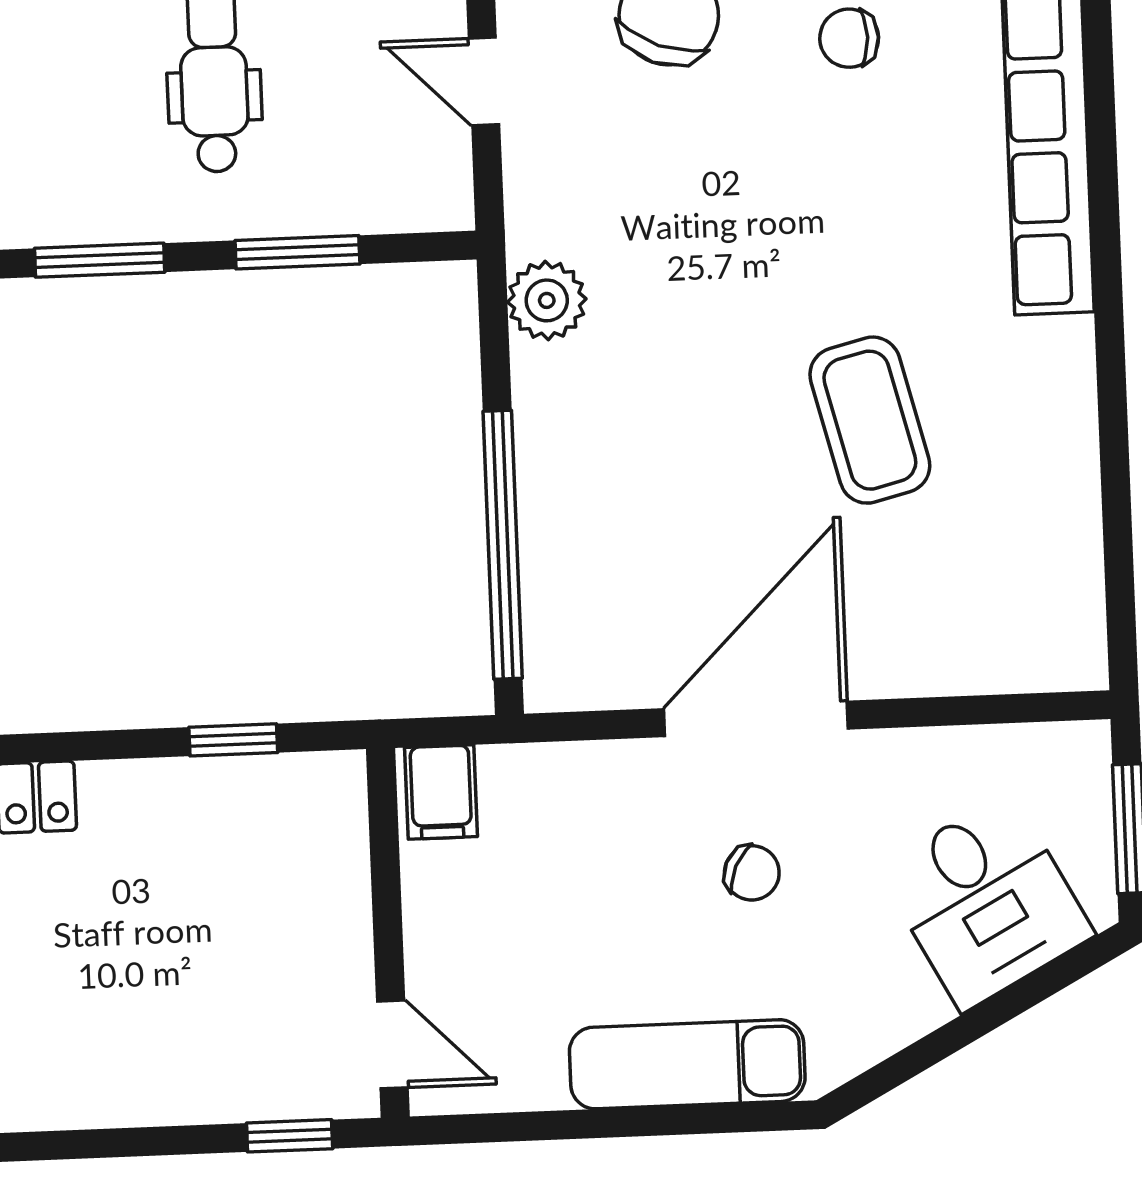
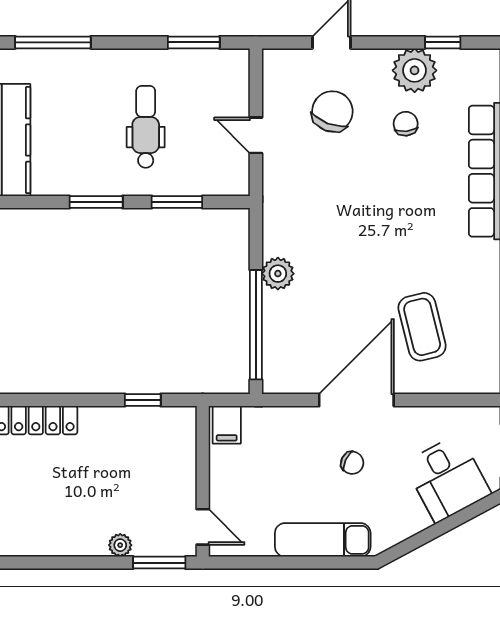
chair: (849, 38) -> (406, 124), turned 84
plant: (547, 300) -> (278, 274), moved
coffee table: (870, 420) -> (422, 327), moved
plant: (192, 1097) -> (120, 545), added
window: (290, 1136) -> (159, 563), width x1.50

